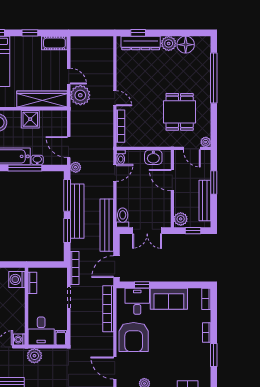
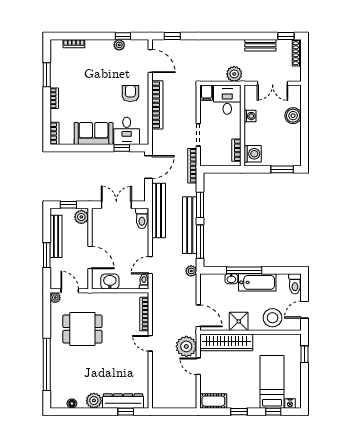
floor lamp: (186, 45) -> (72, 404), width x0.53, depth x0.53
dining table: (180, 112) -> (82, 329), turned 90
door: (69, 147) -> (198, 316), moved
bookcase: (108, 309) -> (157, 105), moved
armchair: (134, 337) -> (130, 93), width x0.53, depth x0.53
washing machine: (19, 340) -> (250, 116), moved

